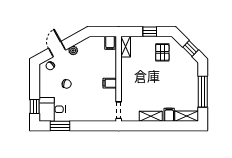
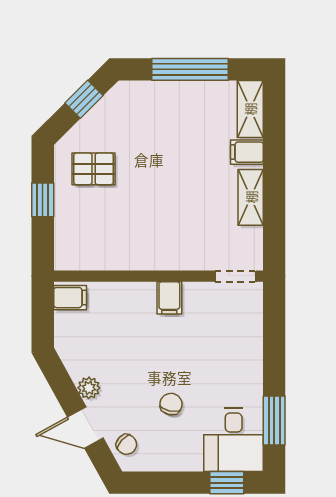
shelving: (126, 47) -> (79, 259), removed

